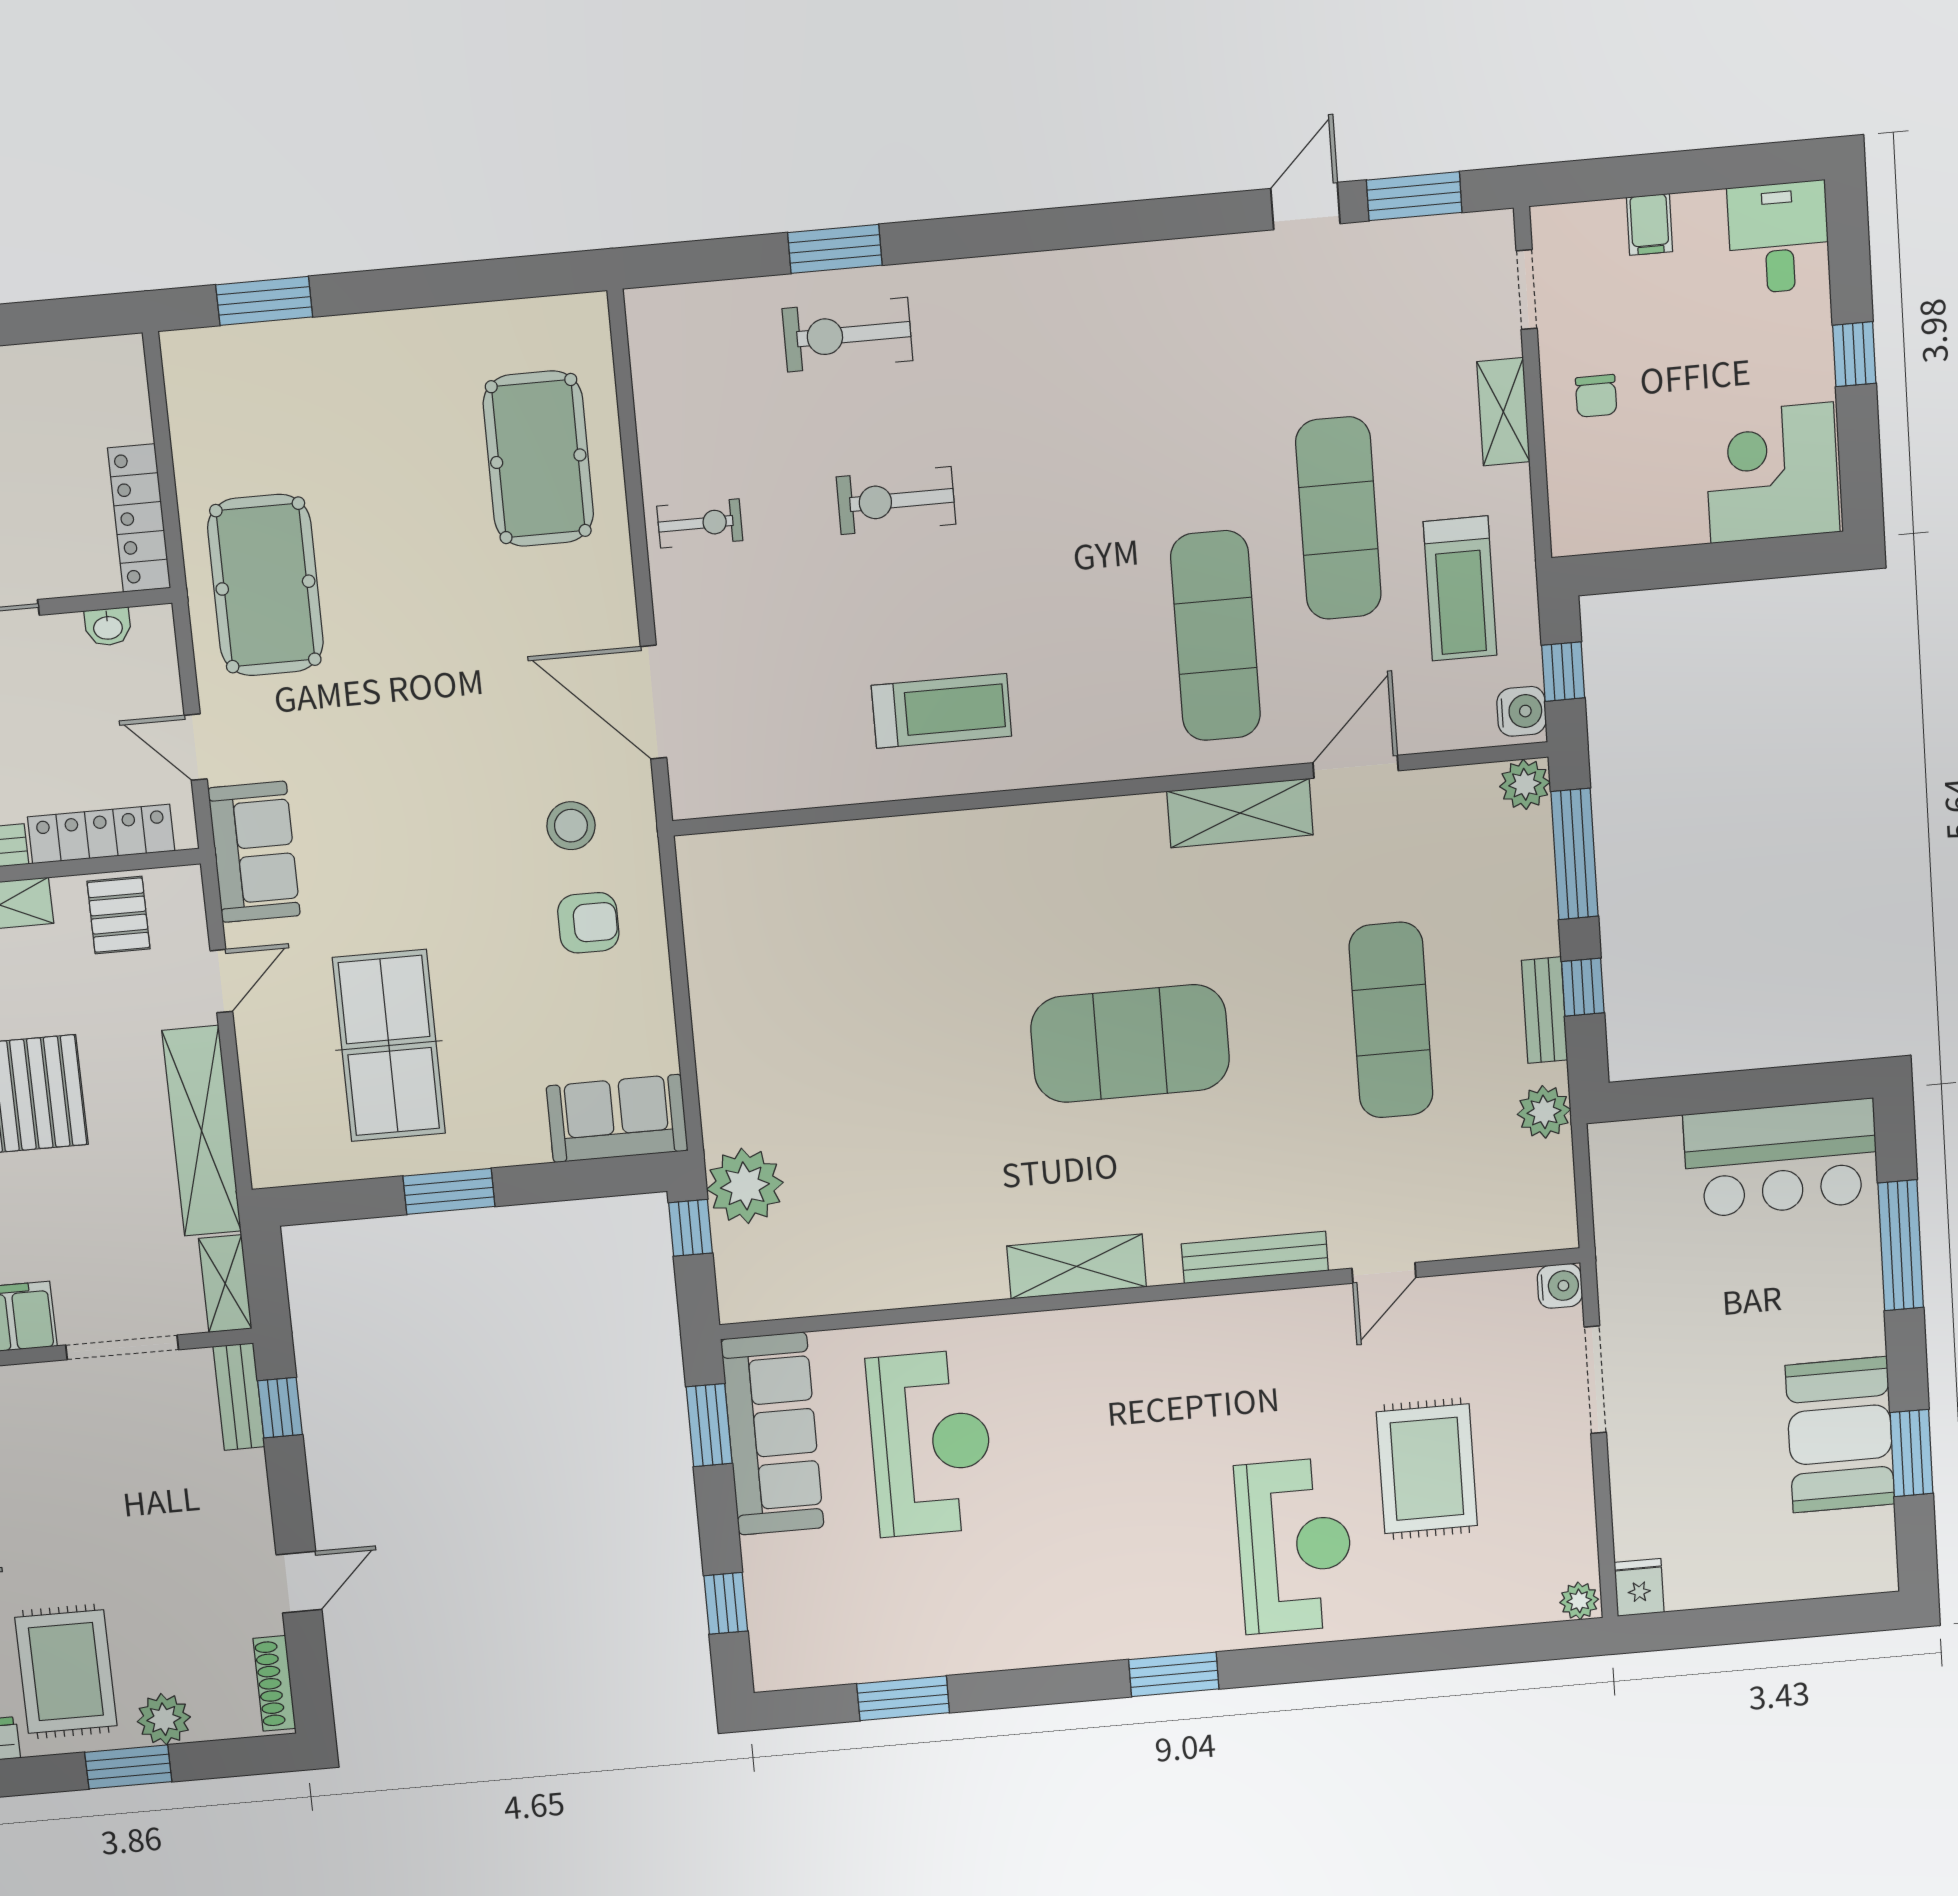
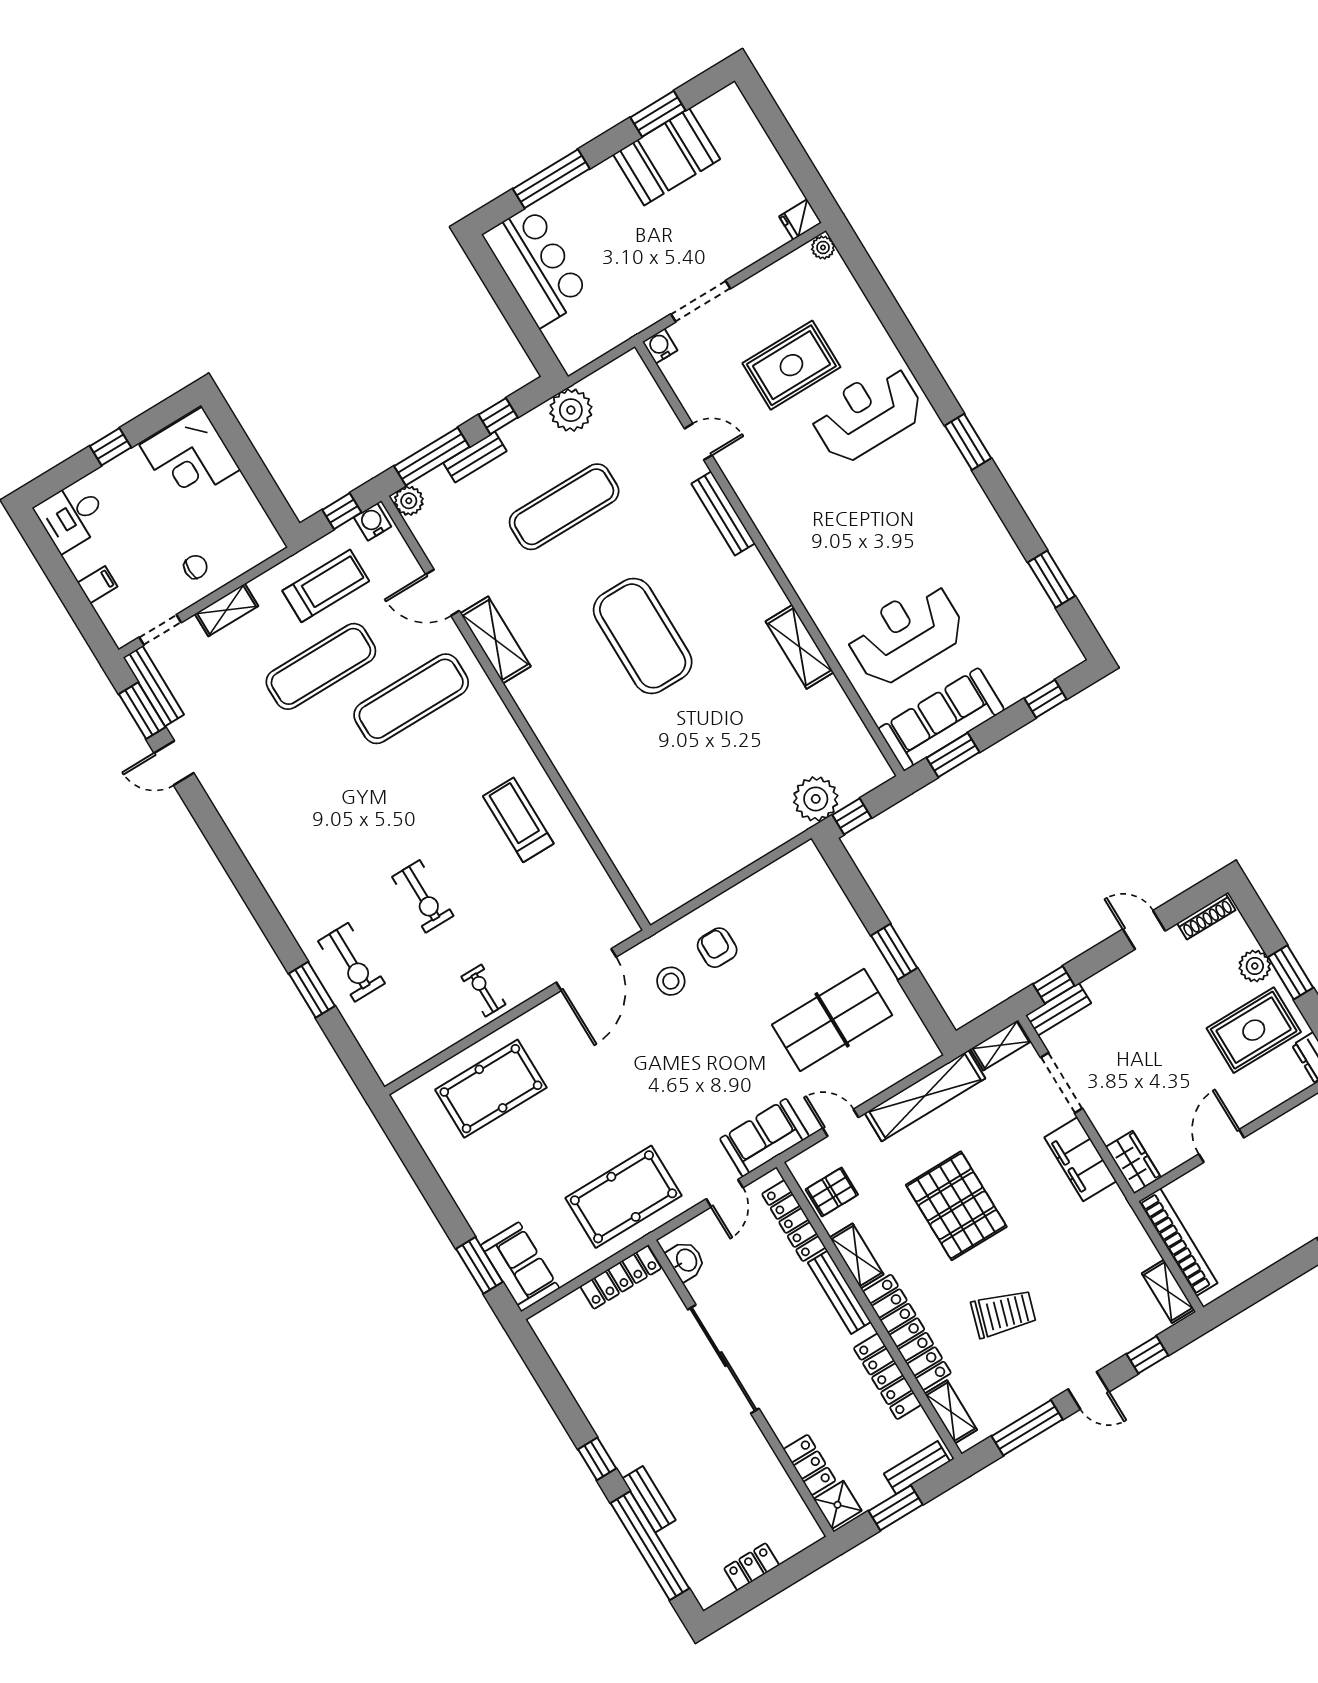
bench: (1444, 234) -> (154, 686), added
washbasin: (108, 627) -> (686, 1261), width x1.38, depth x1.45
bench: (1545, 1010) -> (475, 457), moved
plant: (1544, 1112) -> (571, 410), width x1.36, depth x1.36
sofa: (617, 1118) -> (520, 1267), moved, turned 180
shelving: (1077, 1266) -> (799, 647), moved

